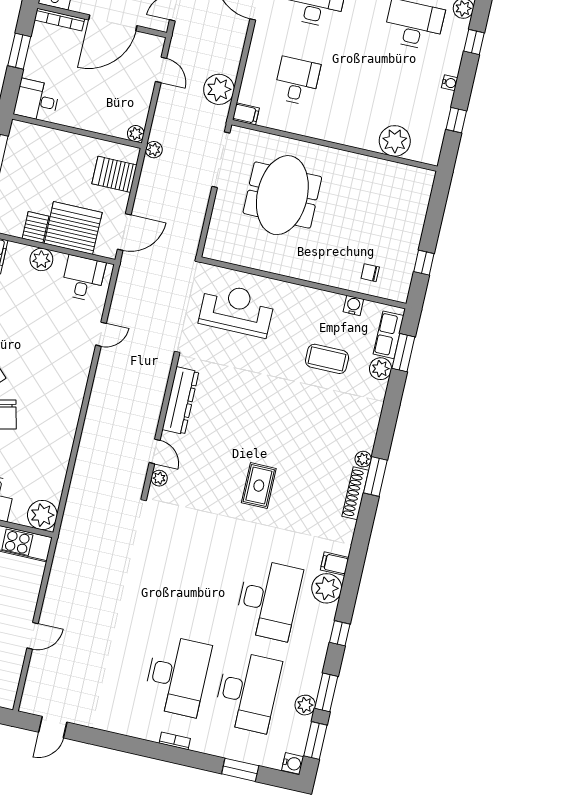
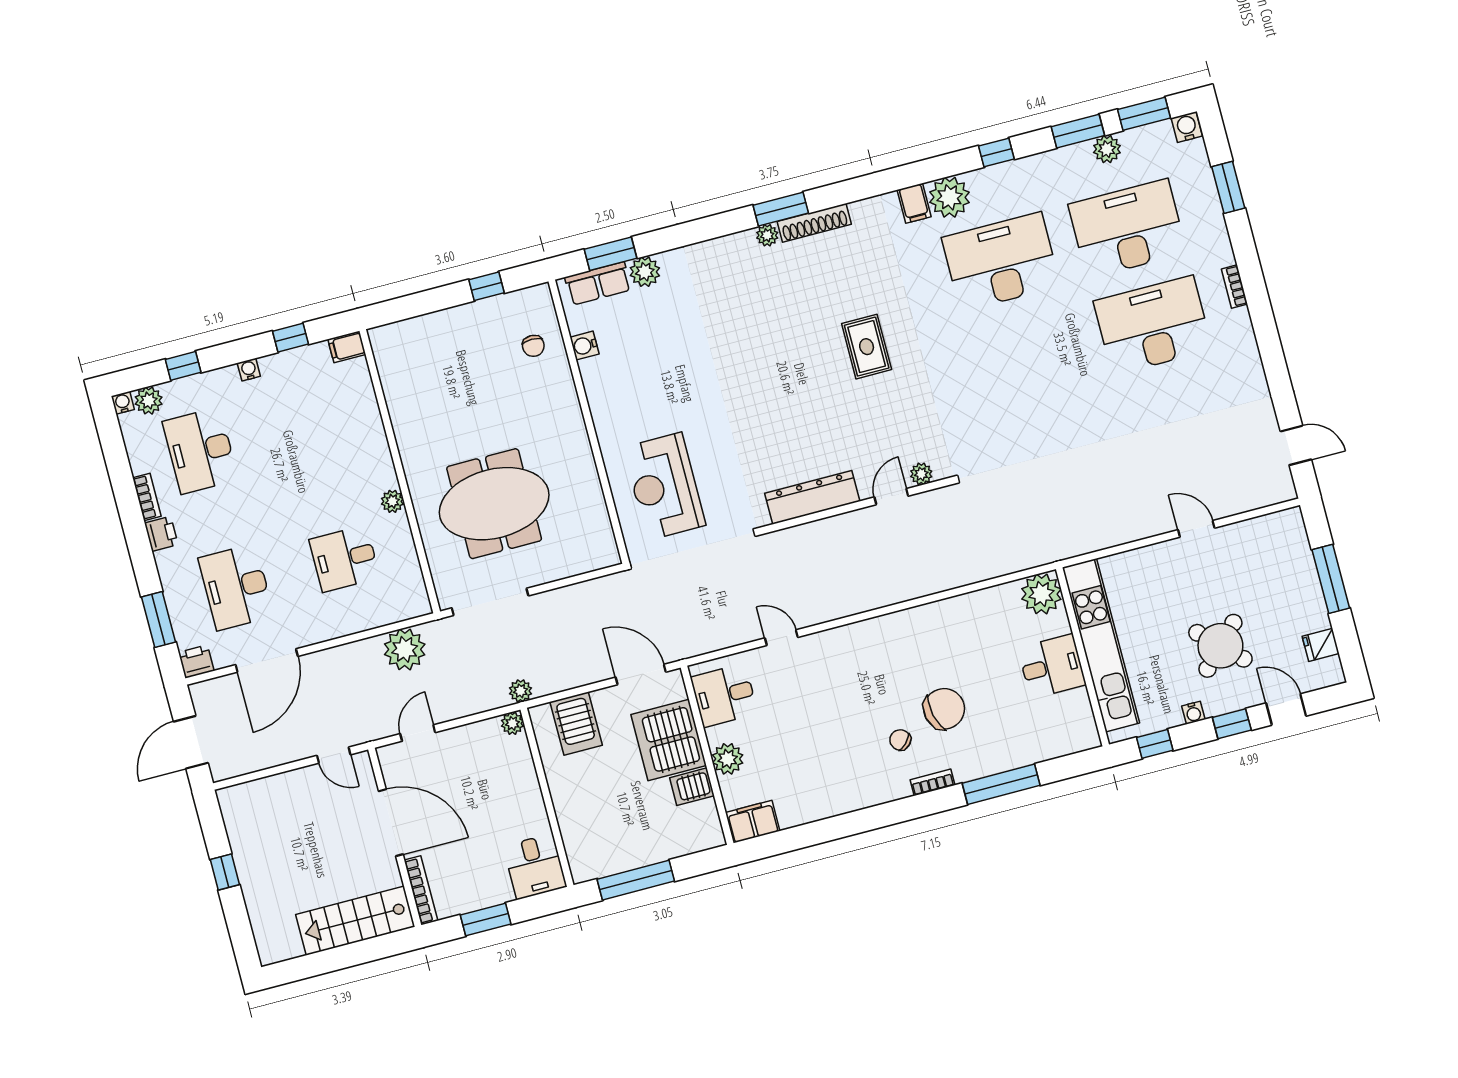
filing cabinet: (246, 114) -> (347, 347), moved, turned -90
plant: (395, 141) -> (392, 501), moved, width x0.53, depth x0.53
coffee table: (327, 359) -> (667, 344), removed
rug: (259, 486) -> (867, 347), turned 90

